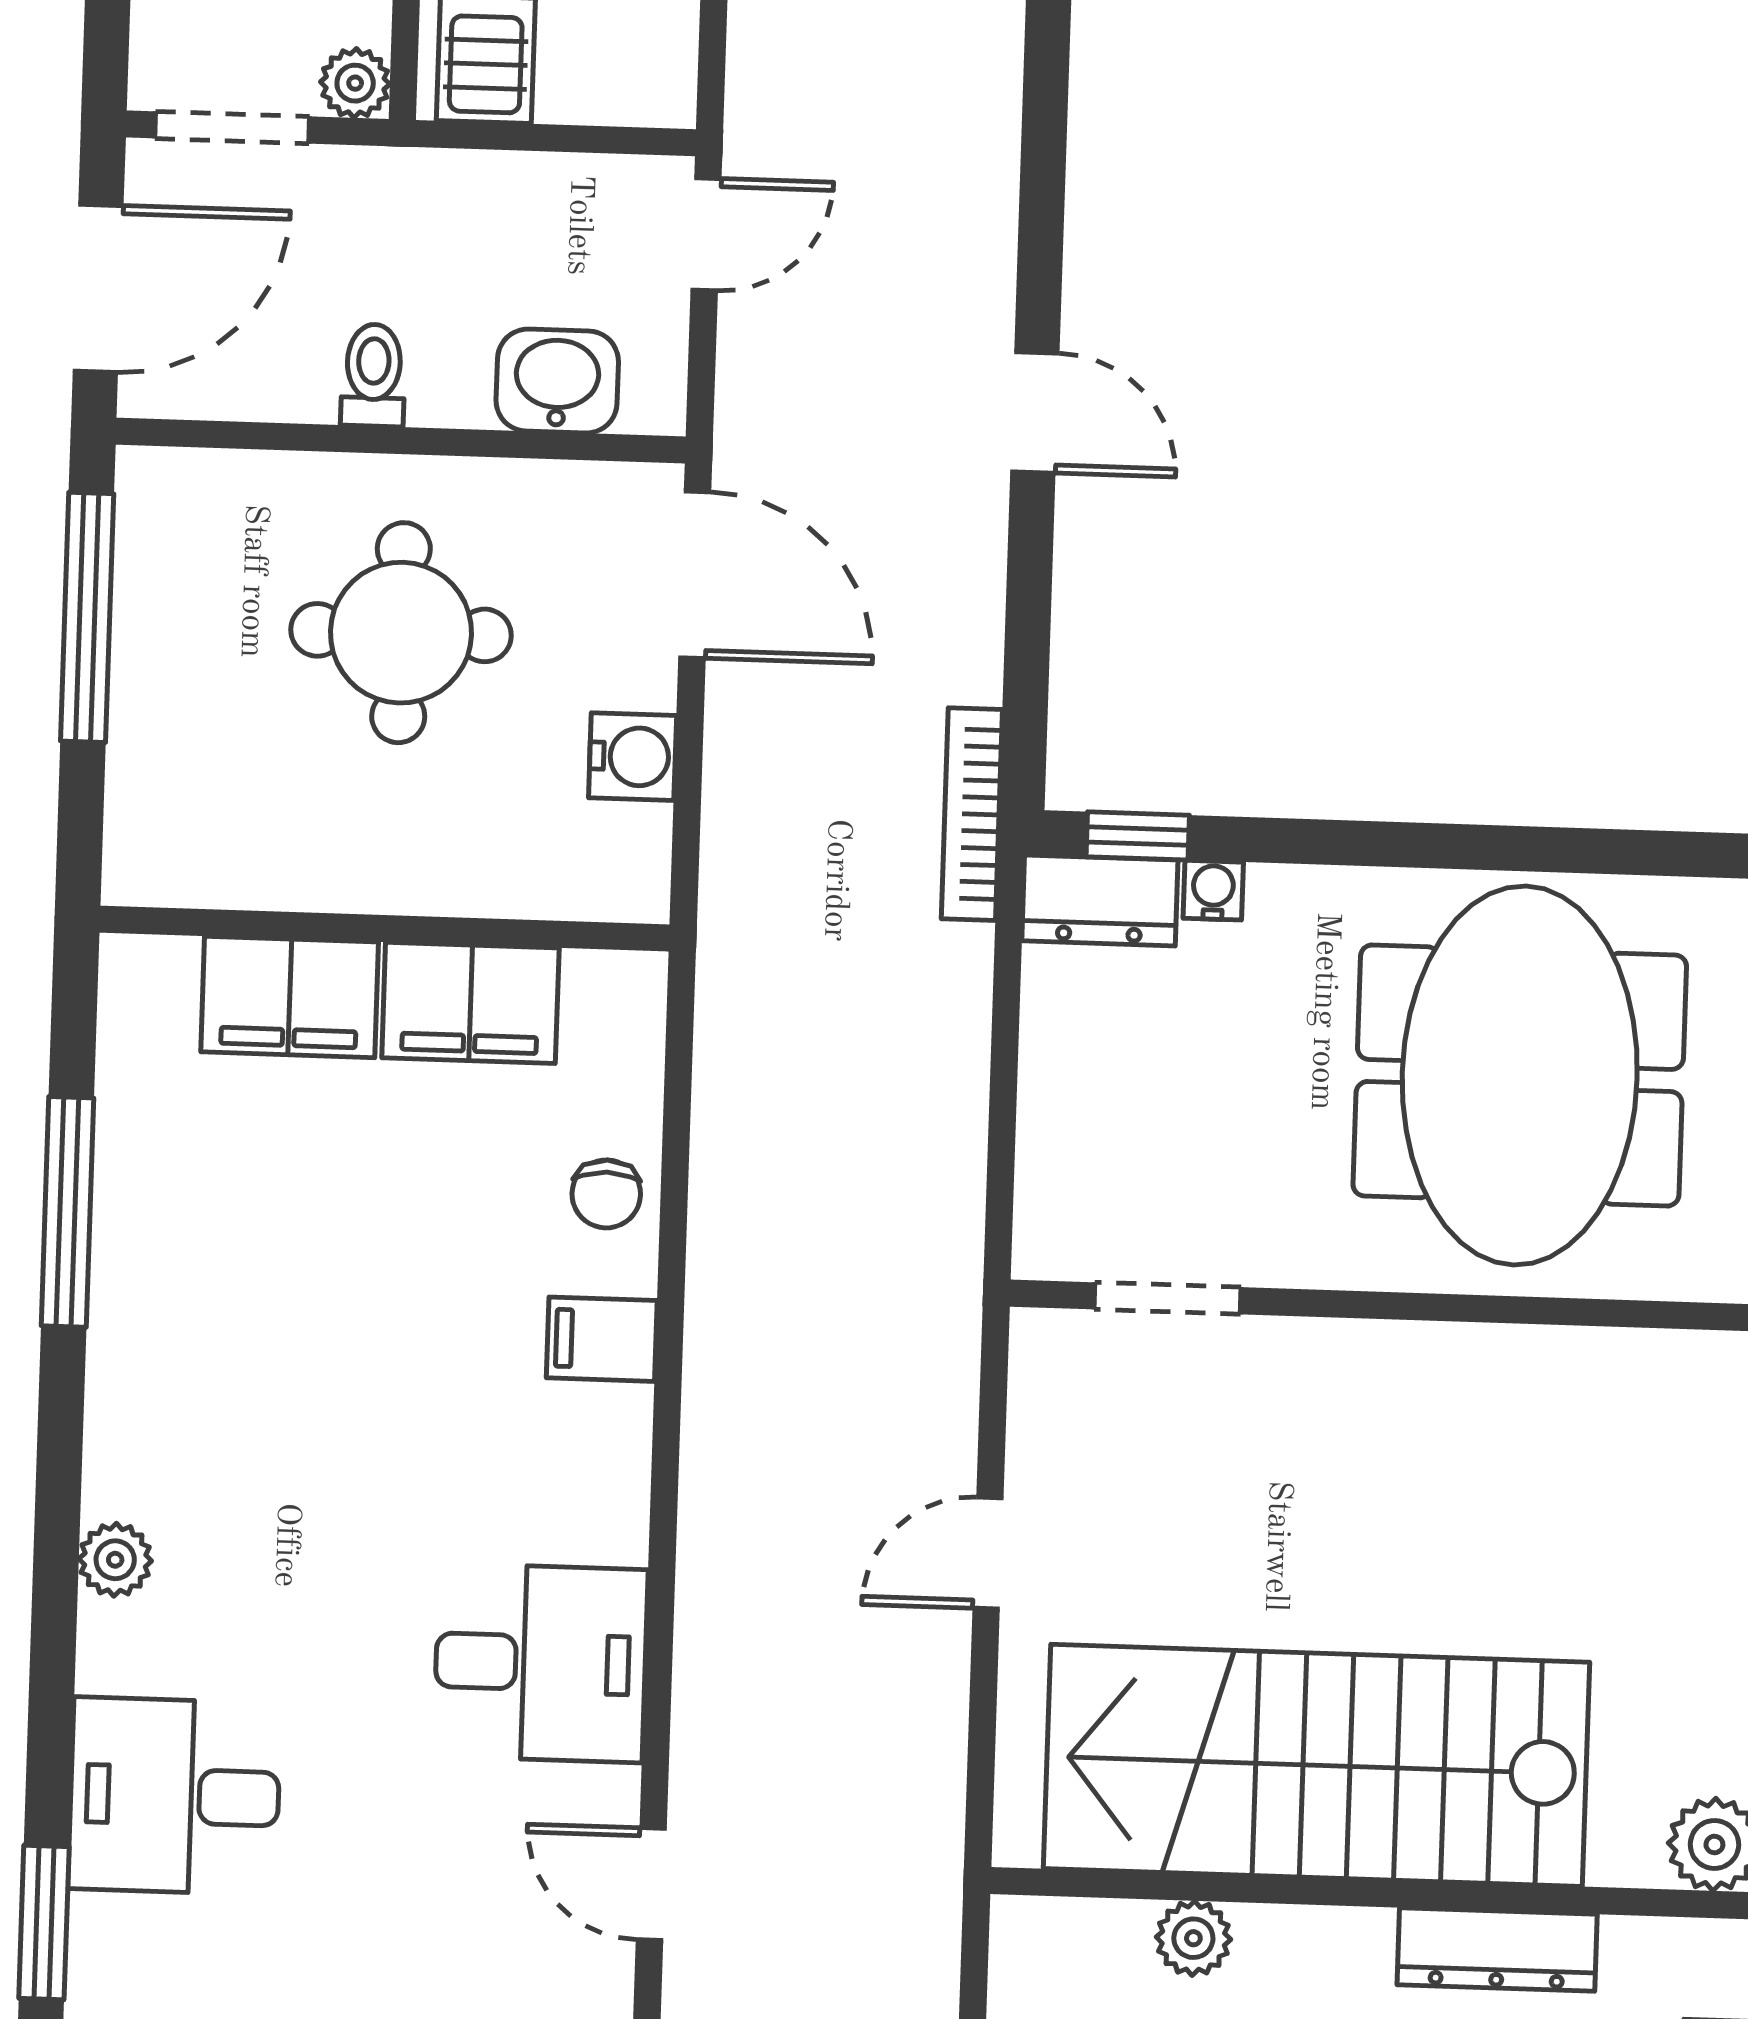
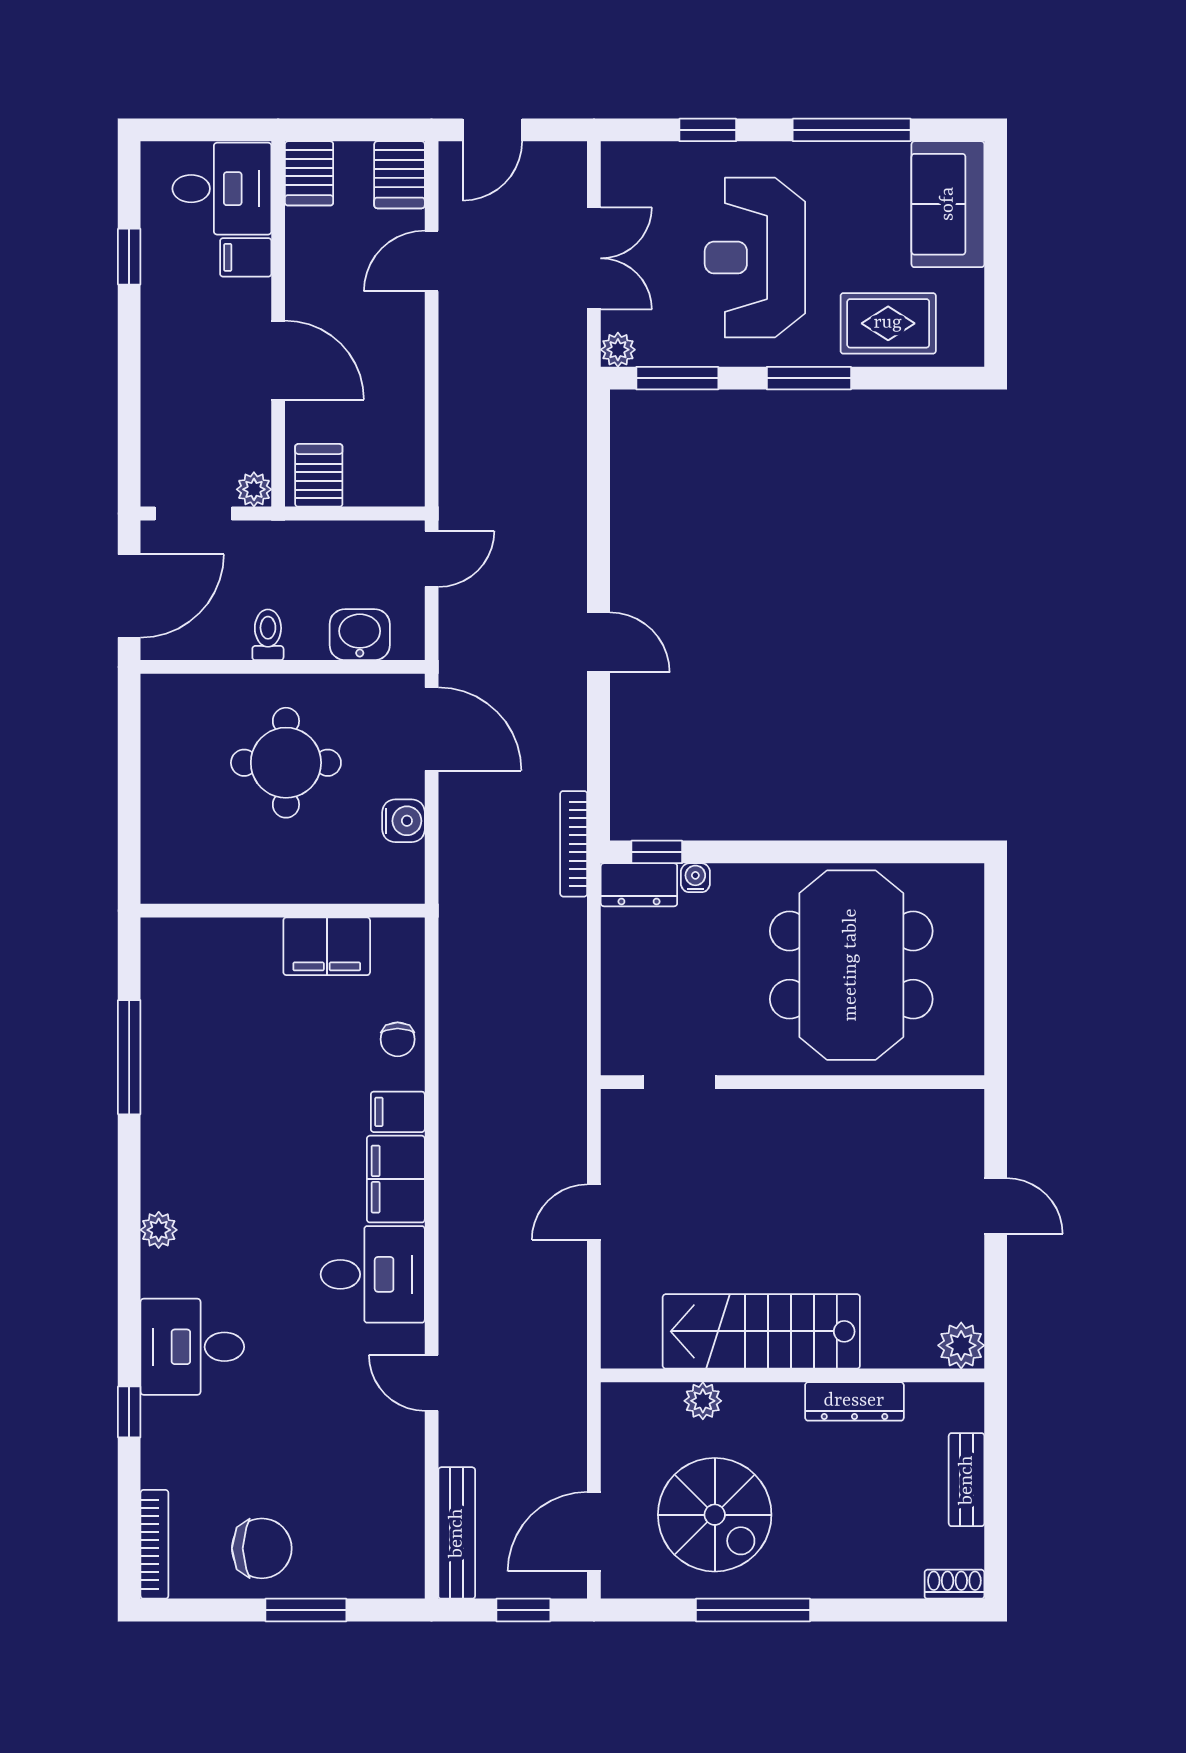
window: (87, 617) -> (129, 760), removed
filing cabinet: (290, 997) -> (396, 1179), moved, turned 90
stairs: (1316, 1765) -> (761, 1331), width x0.73, depth x0.66
window: (44, 1922) -> (129, 1412), width x0.67

